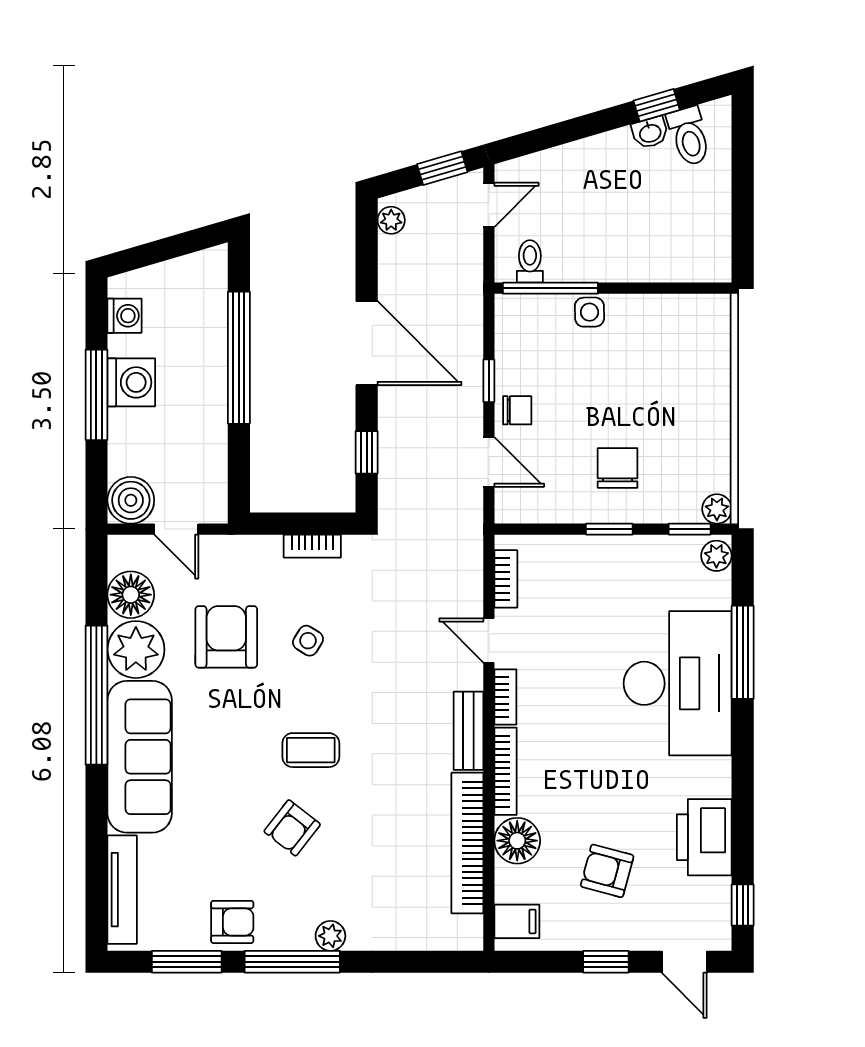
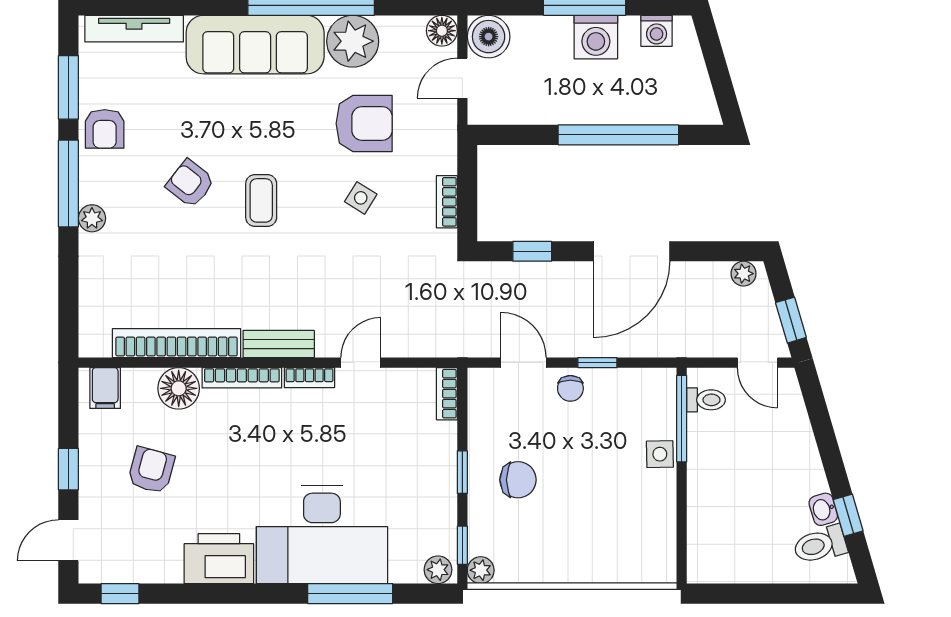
door: (489, 462) -> (523, 363), swing flipped
bookcase: (506, 579) -> (447, 394), moved, turned 90
floor lamp: (131, 595) -> (442, 31), moved, width x0.73, depth x0.73
printer: (704, 837) -> (219, 559), moved

